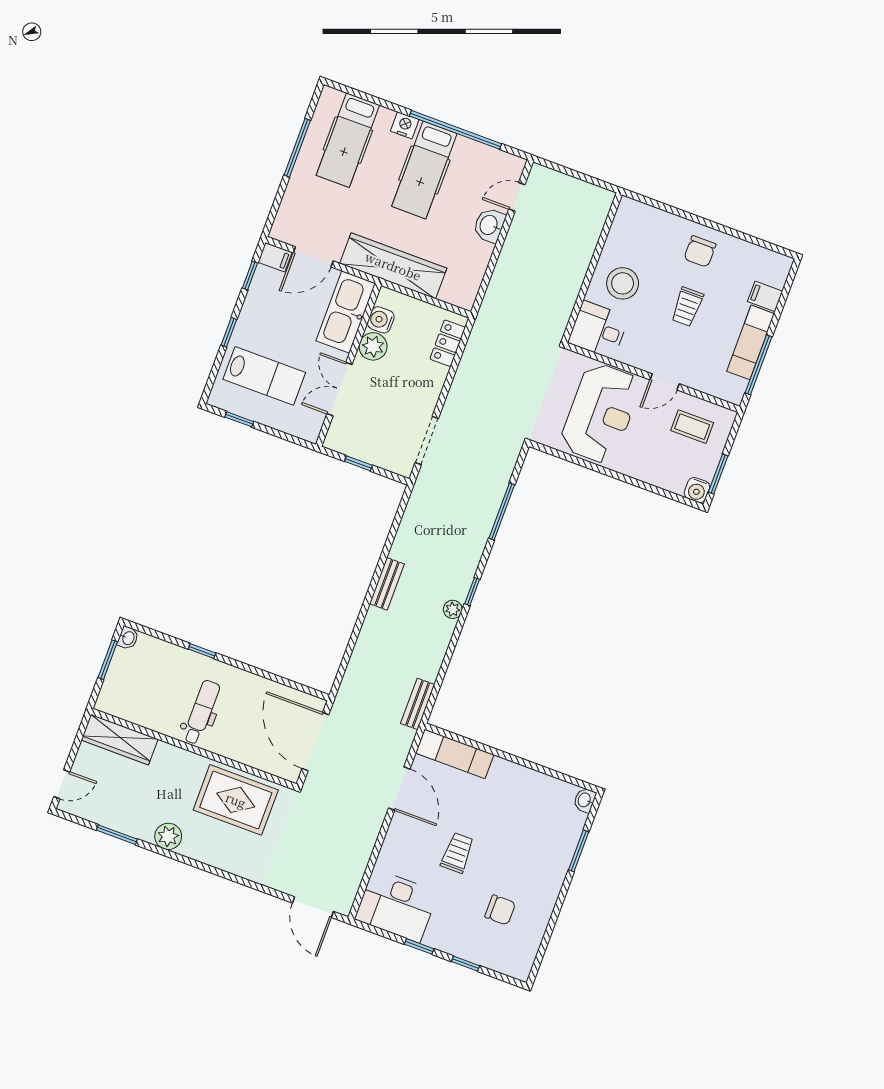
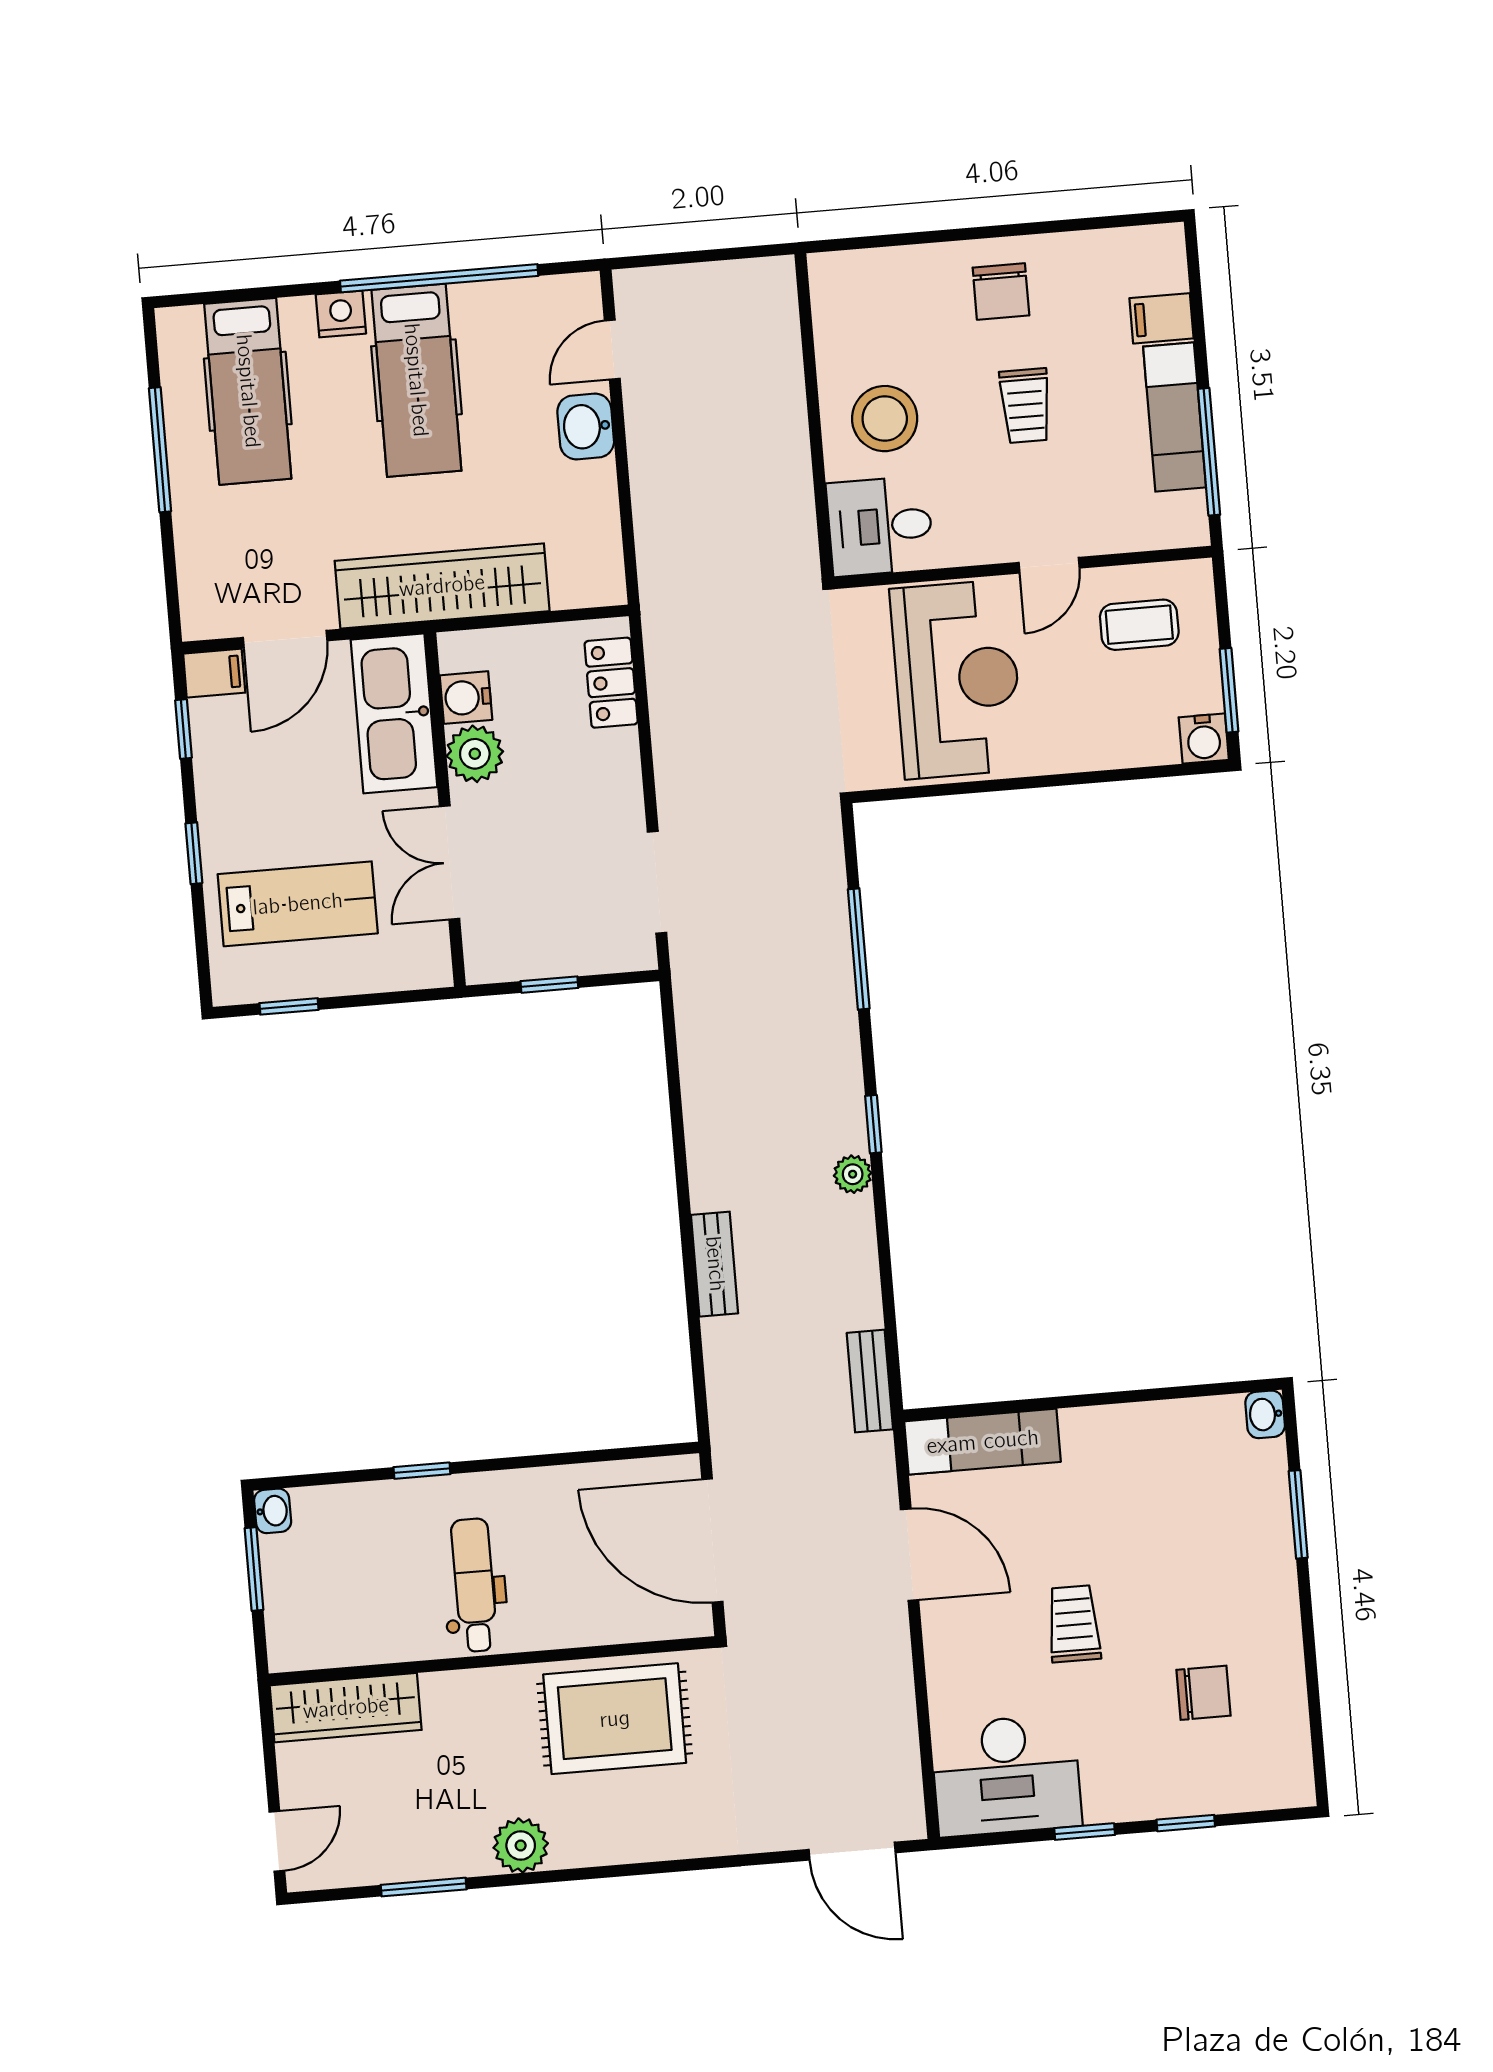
bench: (387, 584) -> (715, 1264), moved

